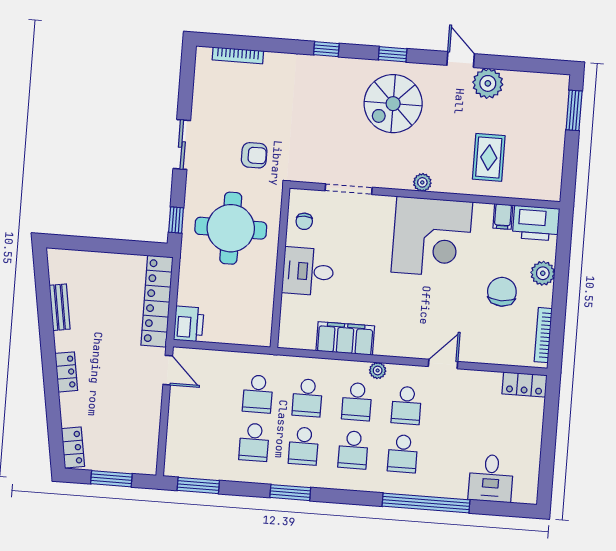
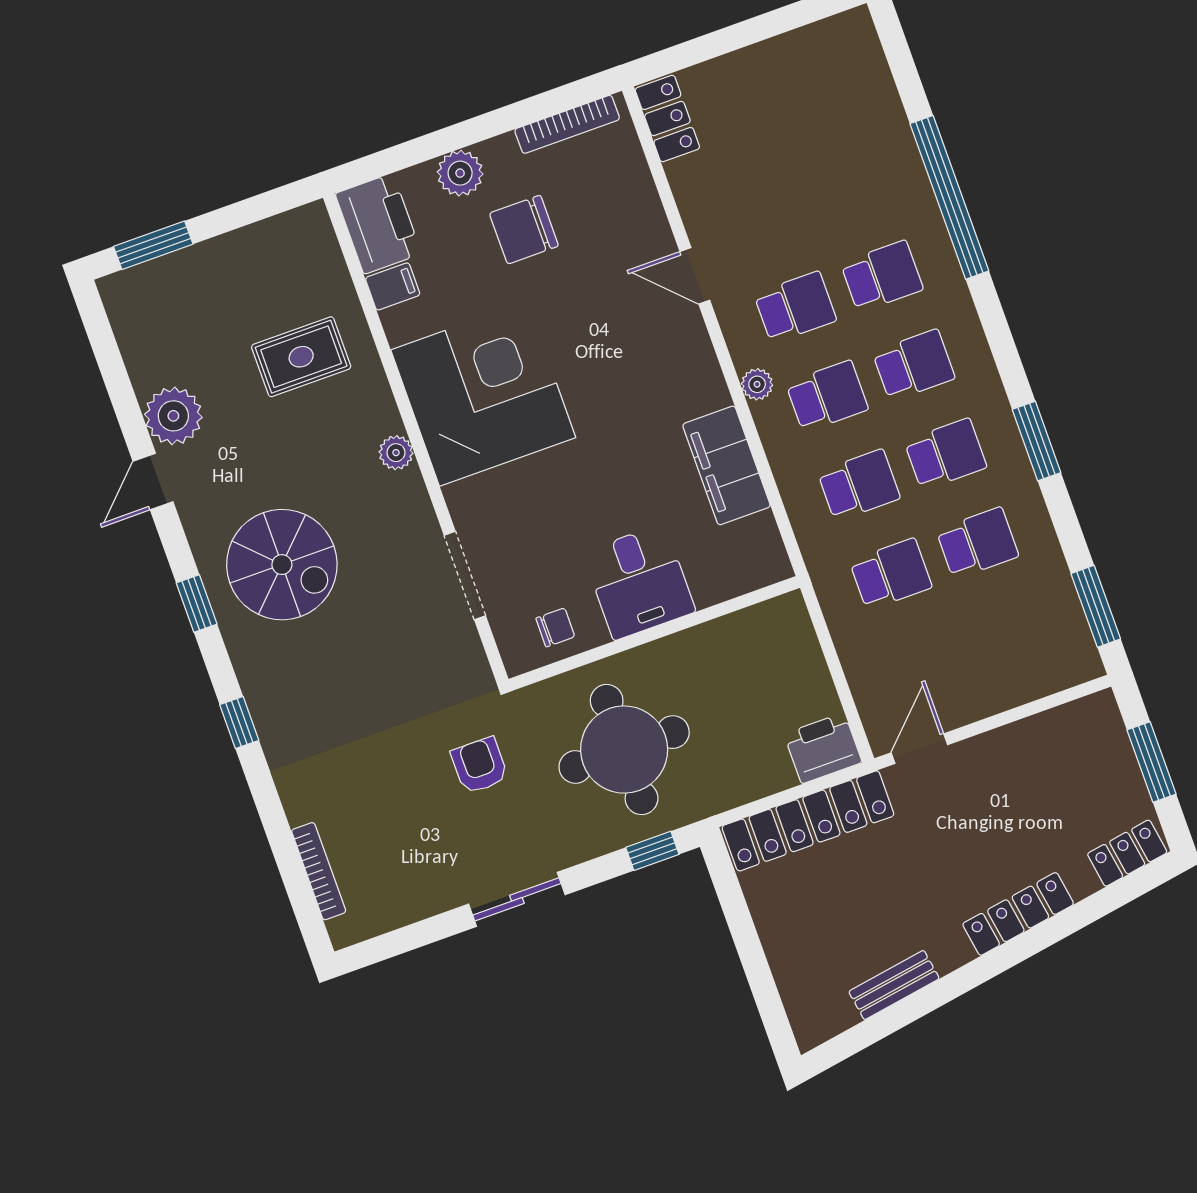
locker: (66, 372) -> (1018, 914), width x1.53
desk: (491, 478) -> (856, 104), removed

